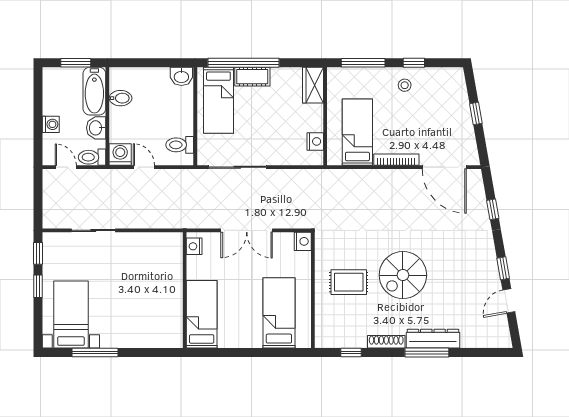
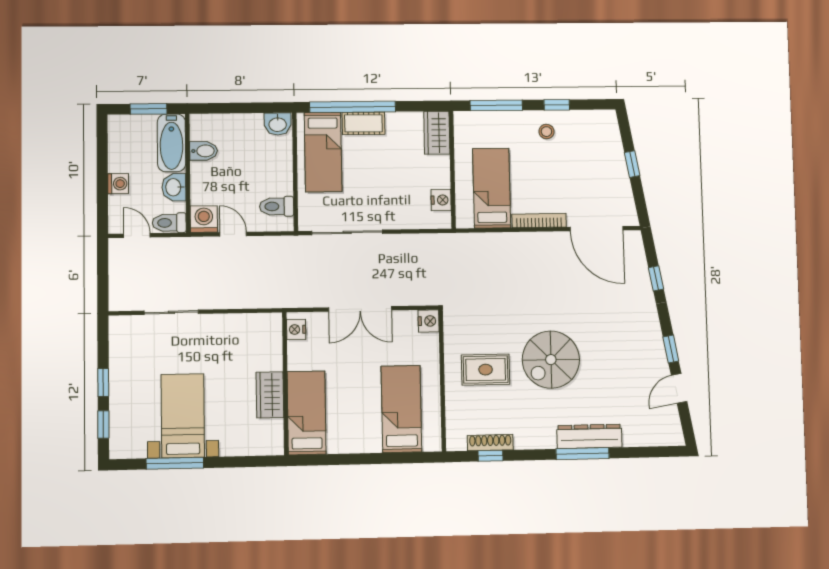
window: (38, 253) -> (103, 425), moved
wardrobe: (172, 299) -> (270, 395), added
bed with nightstands: (71, 314) -> (183, 416), moved
shoe rack: (386, 342) -> (490, 443), moved

